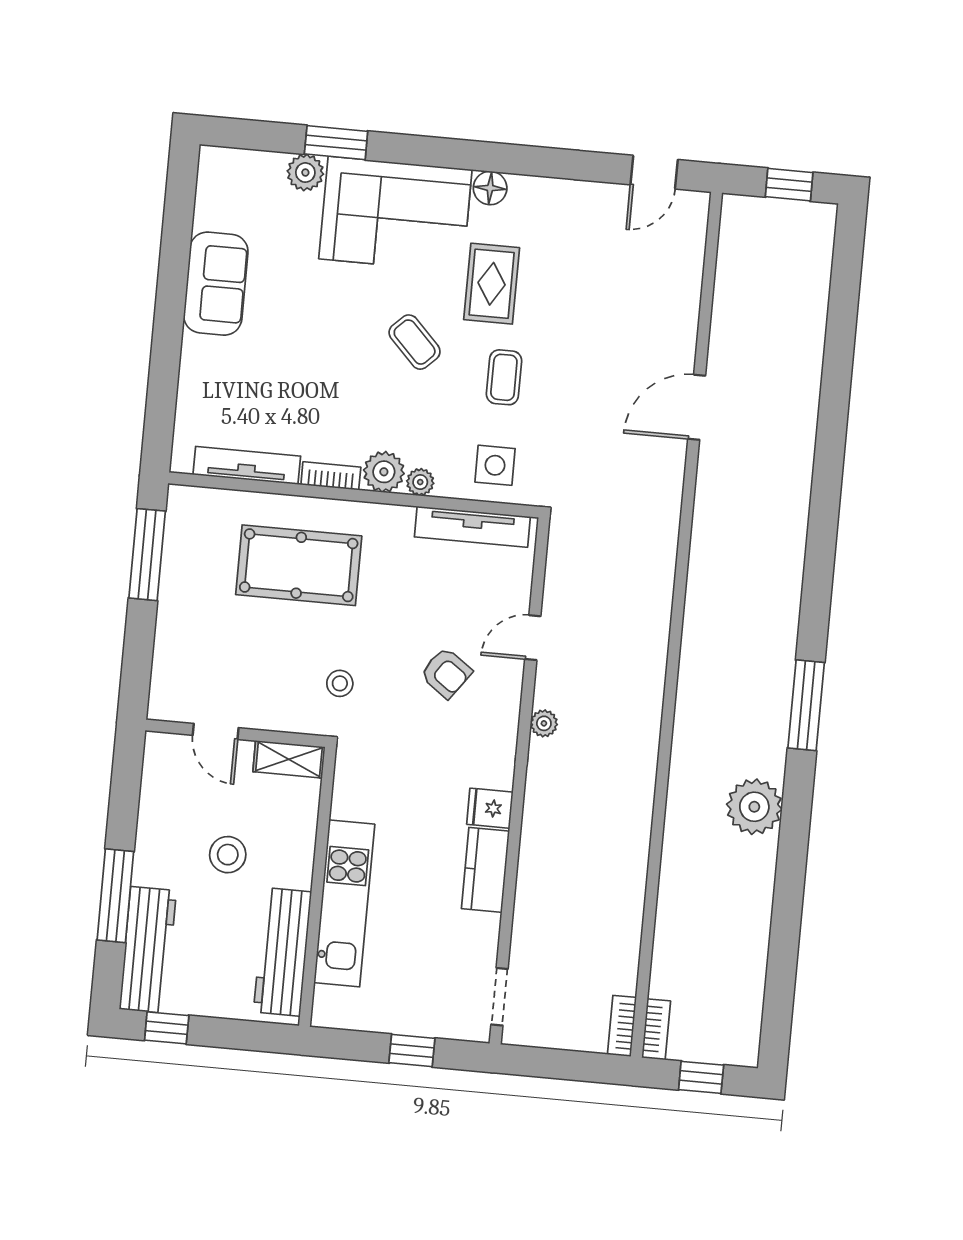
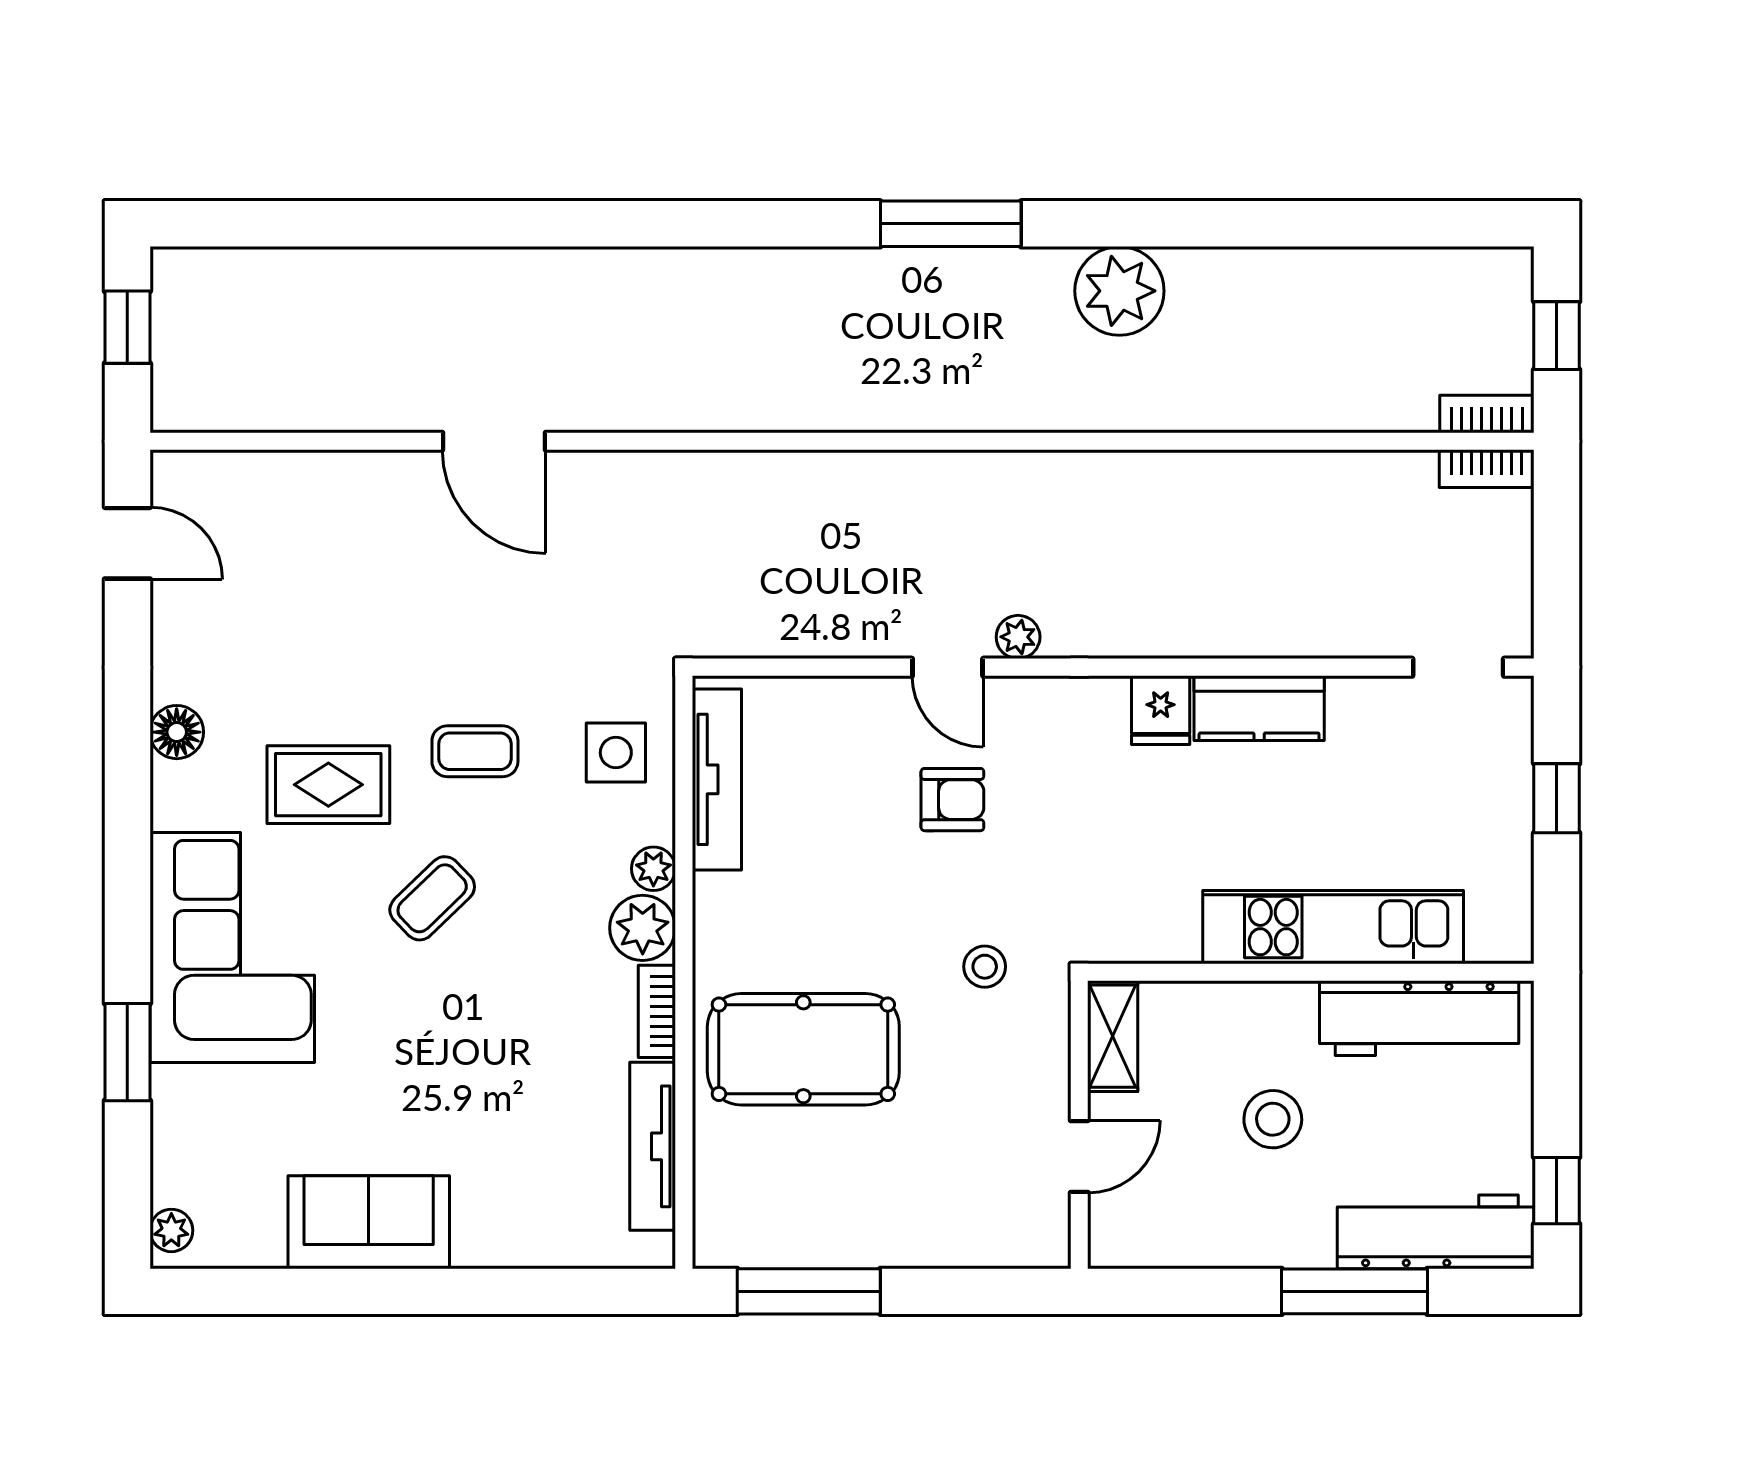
plant: (305, 173) -> (171, 1230), moved, width x0.73, depth x0.73
floor lamp: (490, 188) -> (177, 732), moved
pool table: (299, 565) -> (803, 1049), turned 90
door: (533, 638) -> (948, 667), moved
armchair: (446, 673) -> (952, 800), turned 54

